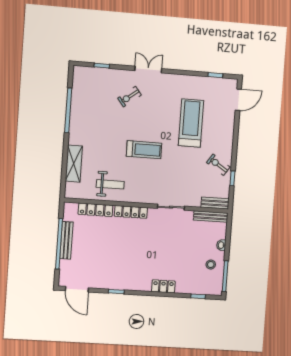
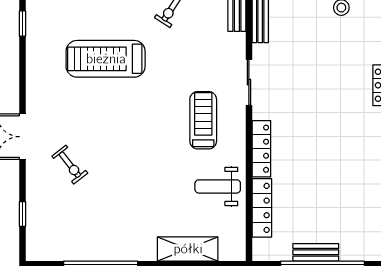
treadmill: (144, 150) -> (203, 120), moved
weight bench: (110, 184) -> (218, 186), turned -90
bench: (66, 240) -> (316, 252), width x0.73

